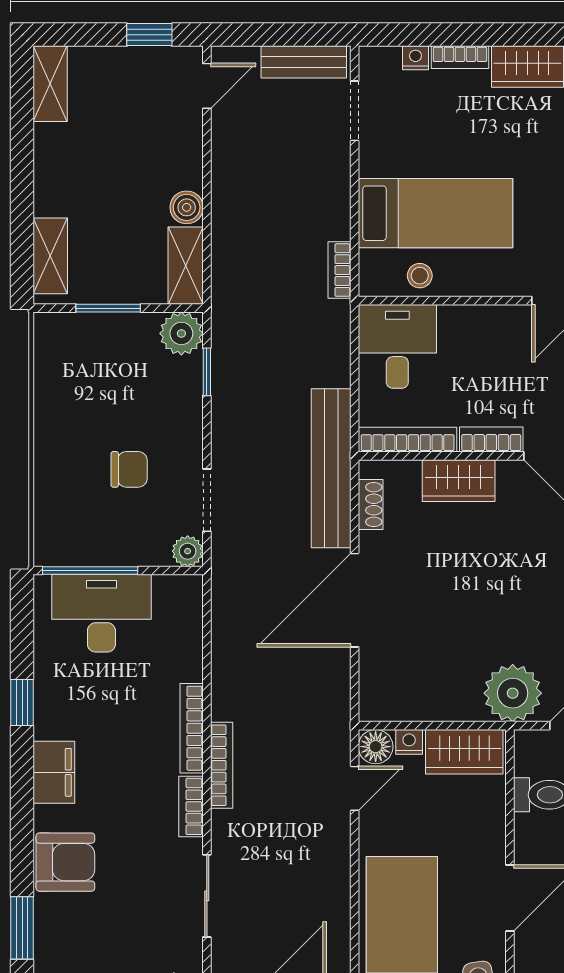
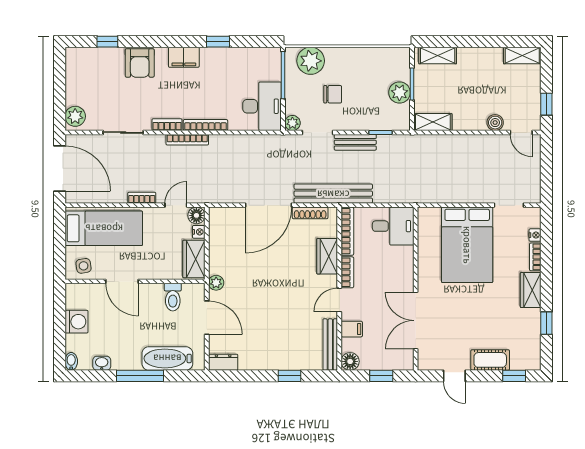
bench: (304, 62) -> (355, 142), moved, turned 90
boiler: (187, 207) -> (495, 123), moved
bed: (435, 213) -> (467, 245), width x1.50
bookcase: (340, 270) -> (142, 198), moved
stool: (420, 276) -> (428, 237), removed
plant: (181, 333) -> (399, 92), moved
chair: (129, 469) -> (333, 94), turned -90
shoe rack: (371, 505) -> (310, 213), width x1.43
plant: (61, 514) -> (311, 61), added
door: (355, 600) -> (268, 205), swing flipped
desk: (101, 613) -> (262, 106), moved
plant: (513, 693) -> (216, 283), width x0.53, depth x0.53
door: (355, 788) -> (176, 205), swing flipped
window: (22, 928) -> (107, 42), width x0.67

